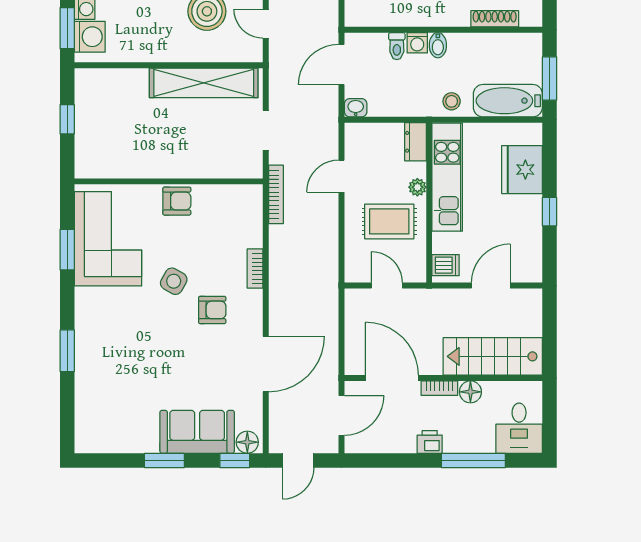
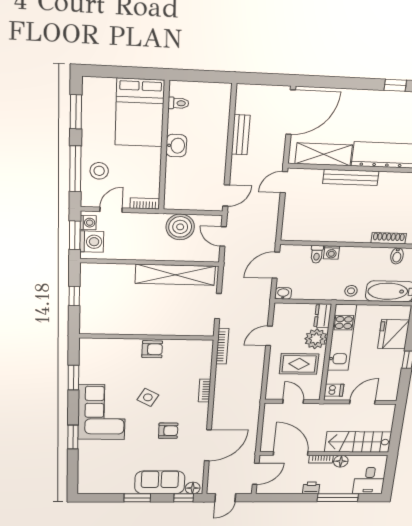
bidet: (438, 45) -> (397, 256), moved
plant: (417, 187) -> (316, 339), width x1.87, depth x1.87
corner sofa: (108, 239) -> (102, 412), moved
armchair: (212, 310) -> (168, 431), moved

